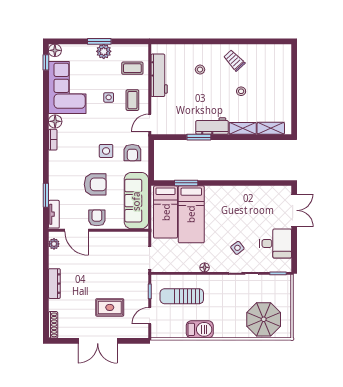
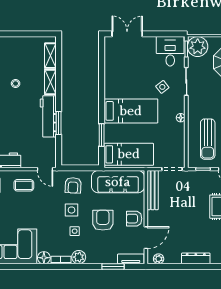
side table: (109, 97) -> (75, 231), moved
workbench: (212, 126) -> (48, 116), width x1.38
armchair: (132, 153) -> (73, 185), turned 93
plant: (56, 159) -> (79, 257), added
bed: (191, 214) -> (131, 111), moved
bench: (127, 237) -> (153, 190), added
desk: (276, 243) -> (170, 51), moved
plant: (280, 285) -> (198, 47), added

